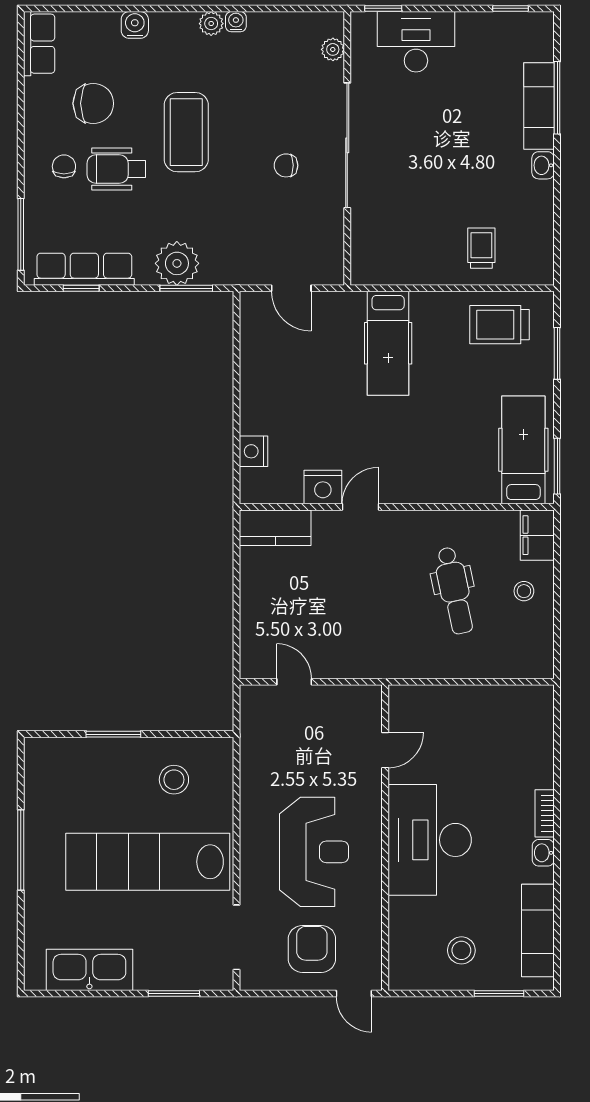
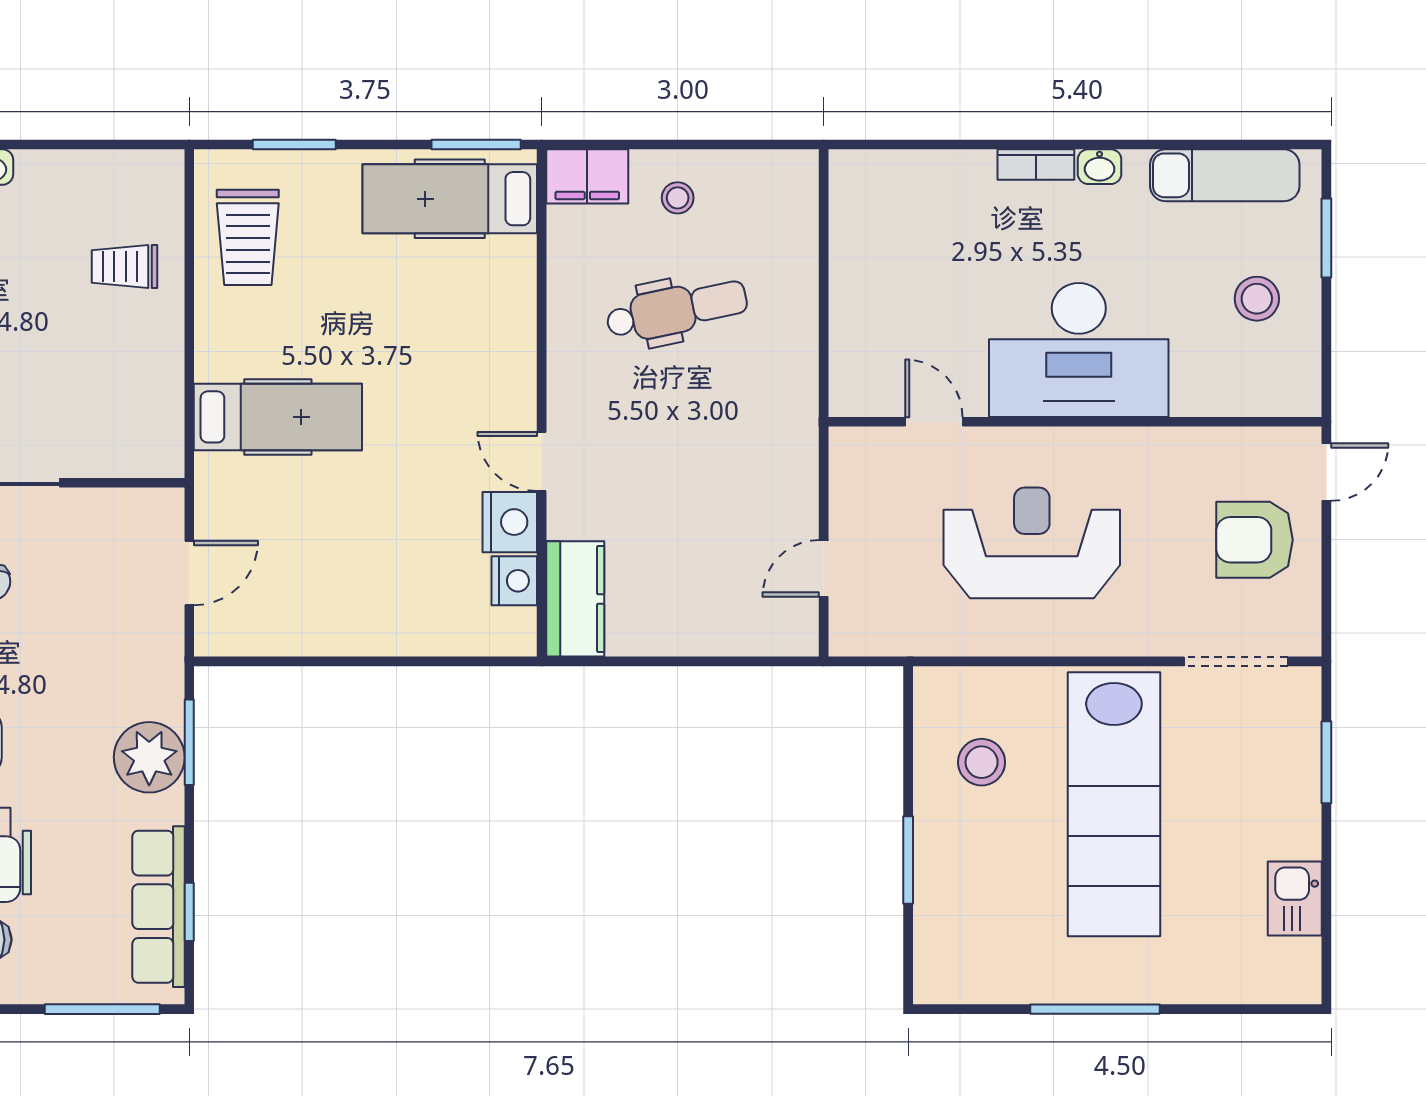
nightstand: (253, 451) -> (514, 581), moved, turned -90
reception desk: (314, 852) -> (1032, 543), moved
kitchen sink: (89, 970) -> (1295, 898), width x0.53, depth x0.81

